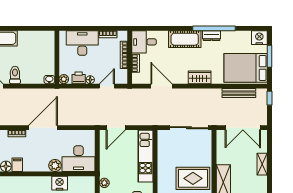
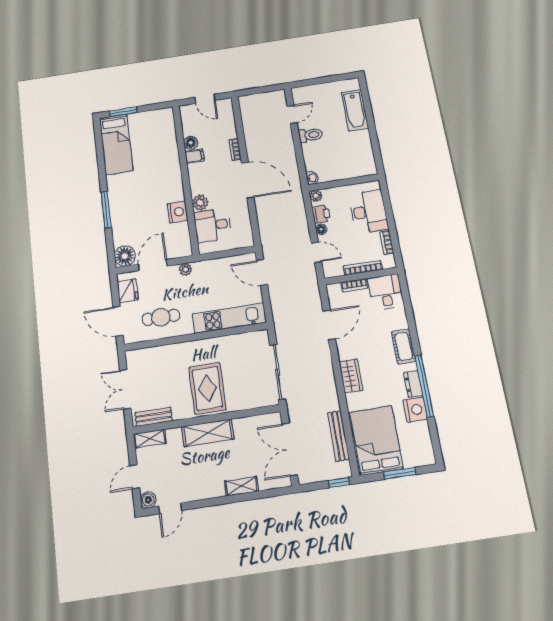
nightstand: (259, 38) -> (415, 410), moved
cot: (185, 39) -> (404, 346), width x0.73, depth x0.75
desk: (79, 159) -> (212, 225), width x0.73

